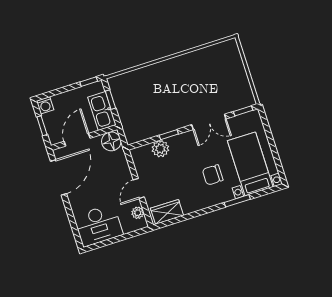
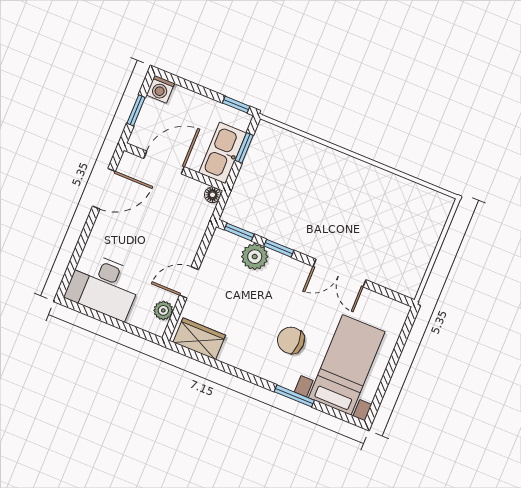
window: (243, 111) -> (239, 232), moved
floor lamp: (111, 141) -> (213, 195), width x0.53, depth x0.53
door: (58, 177) -> (104, 189), width x0.73

